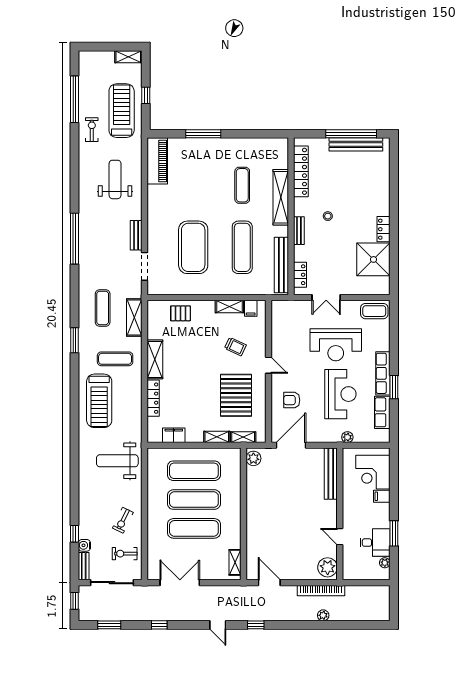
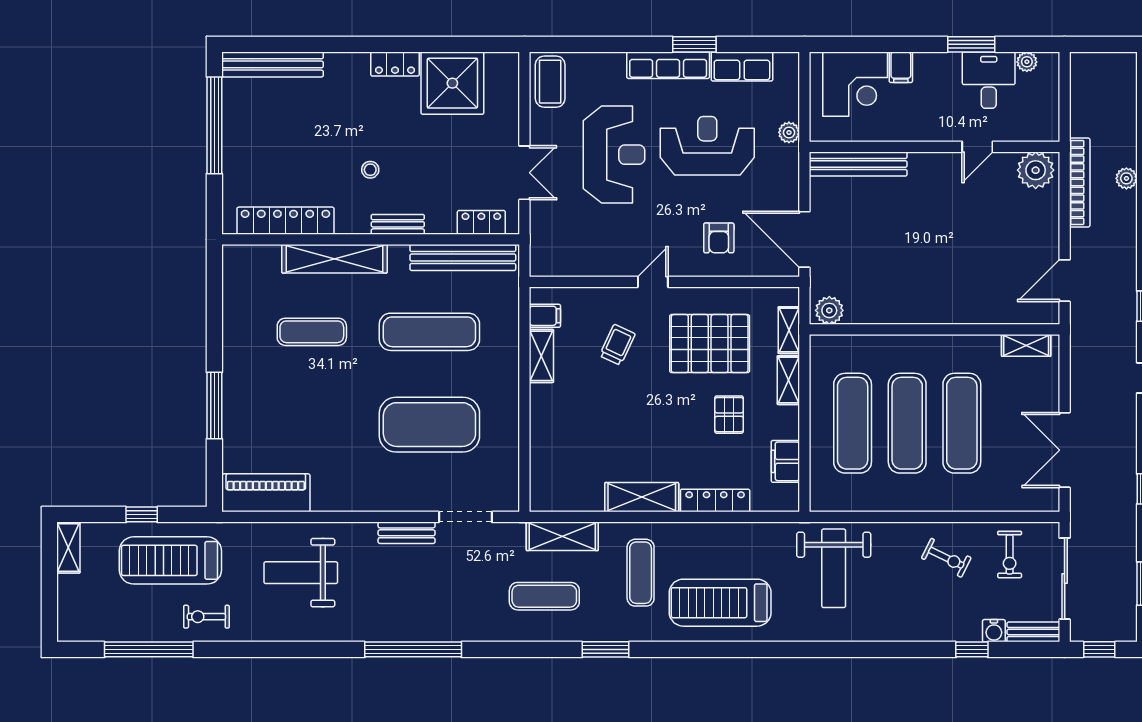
bench: (356, 144) -> (273, 64), moved, turned 90
pallet: (181, 313) -> (729, 415), moved
treadmill: (99, 401) -> (720, 603), turned 180

